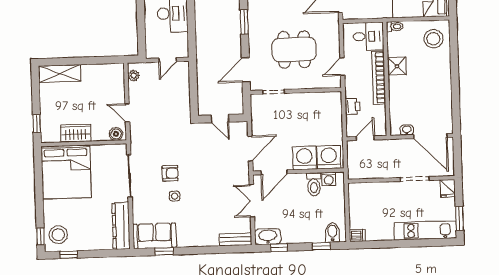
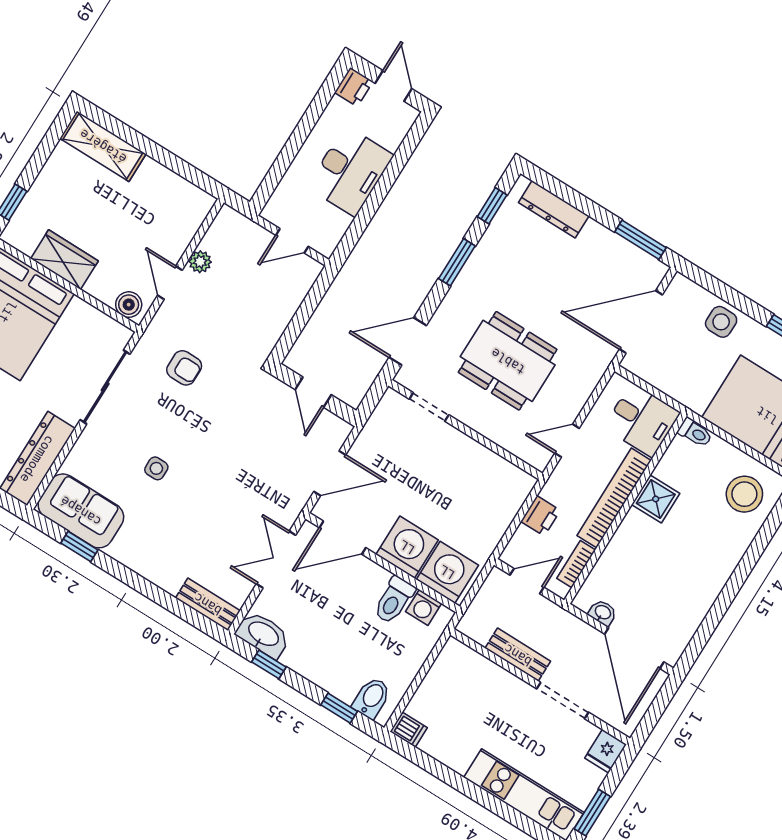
plant: (134, 76) -> (200, 262), moved
bookcase: (382, 117) -> (576, 564), added
bench: (383, 172) -> (518, 655), added
armchair: (170, 173) -> (184, 368), moved

